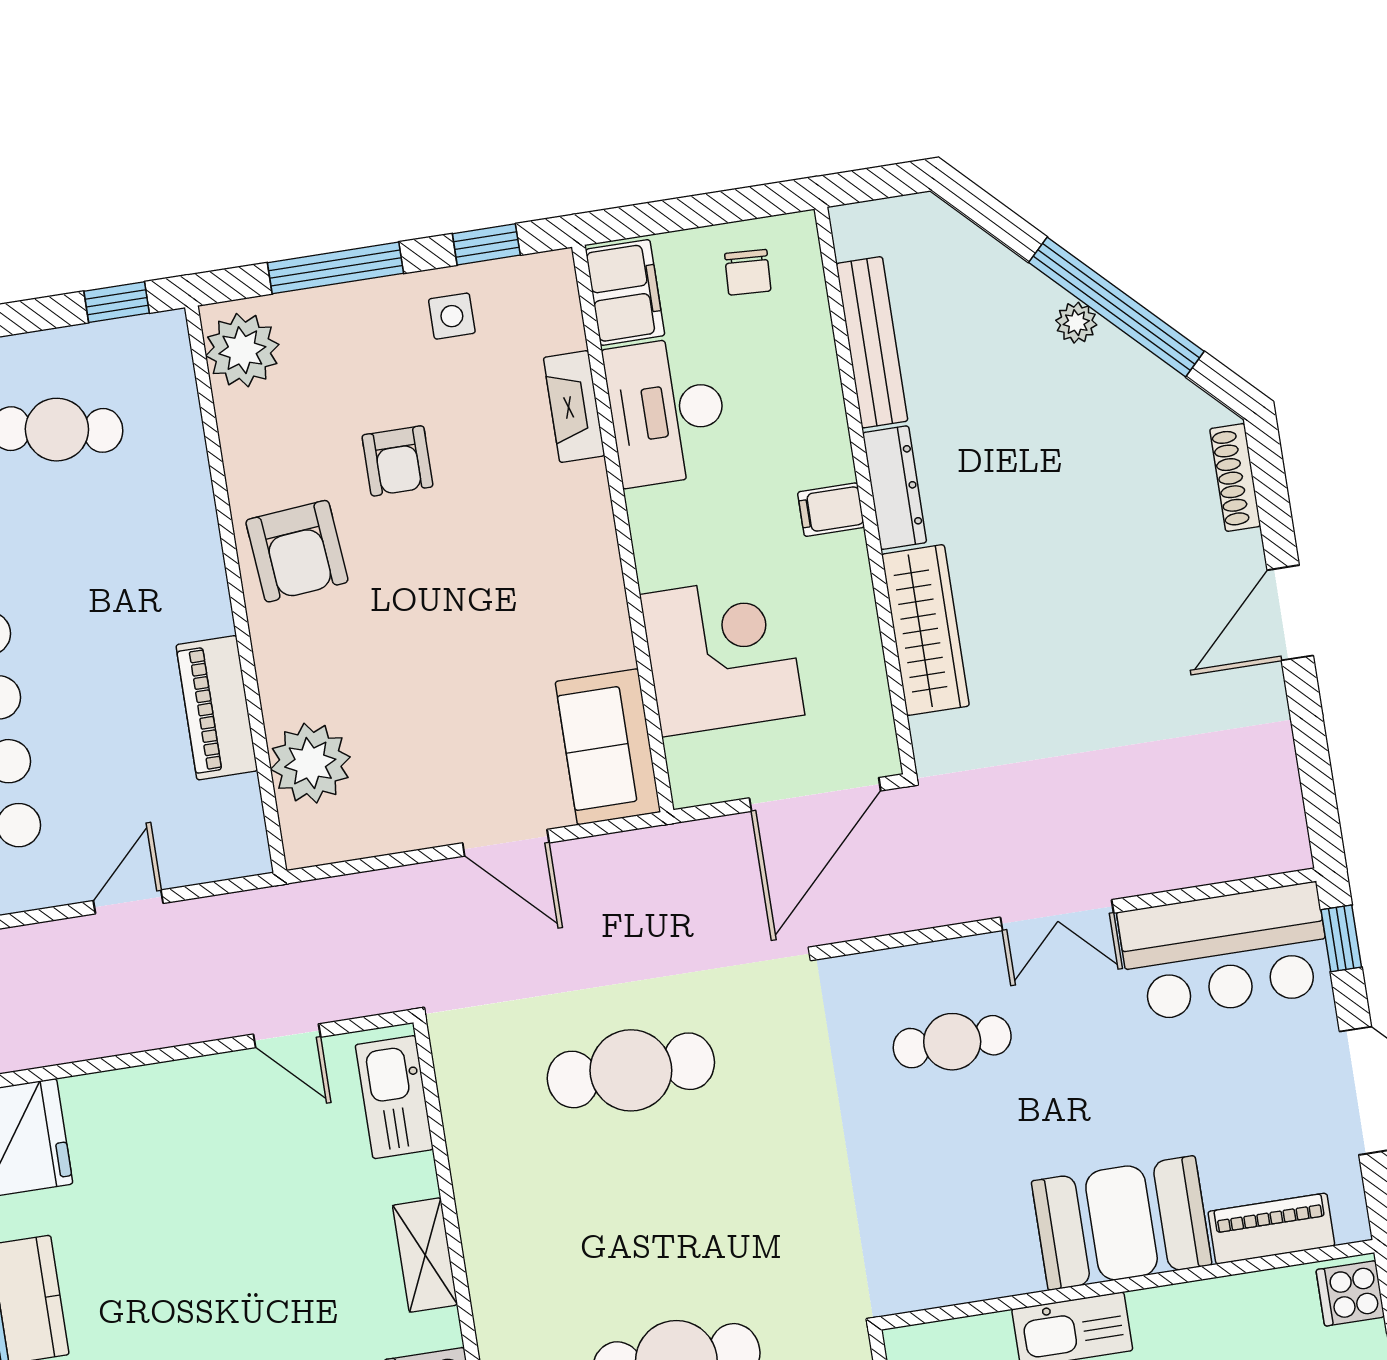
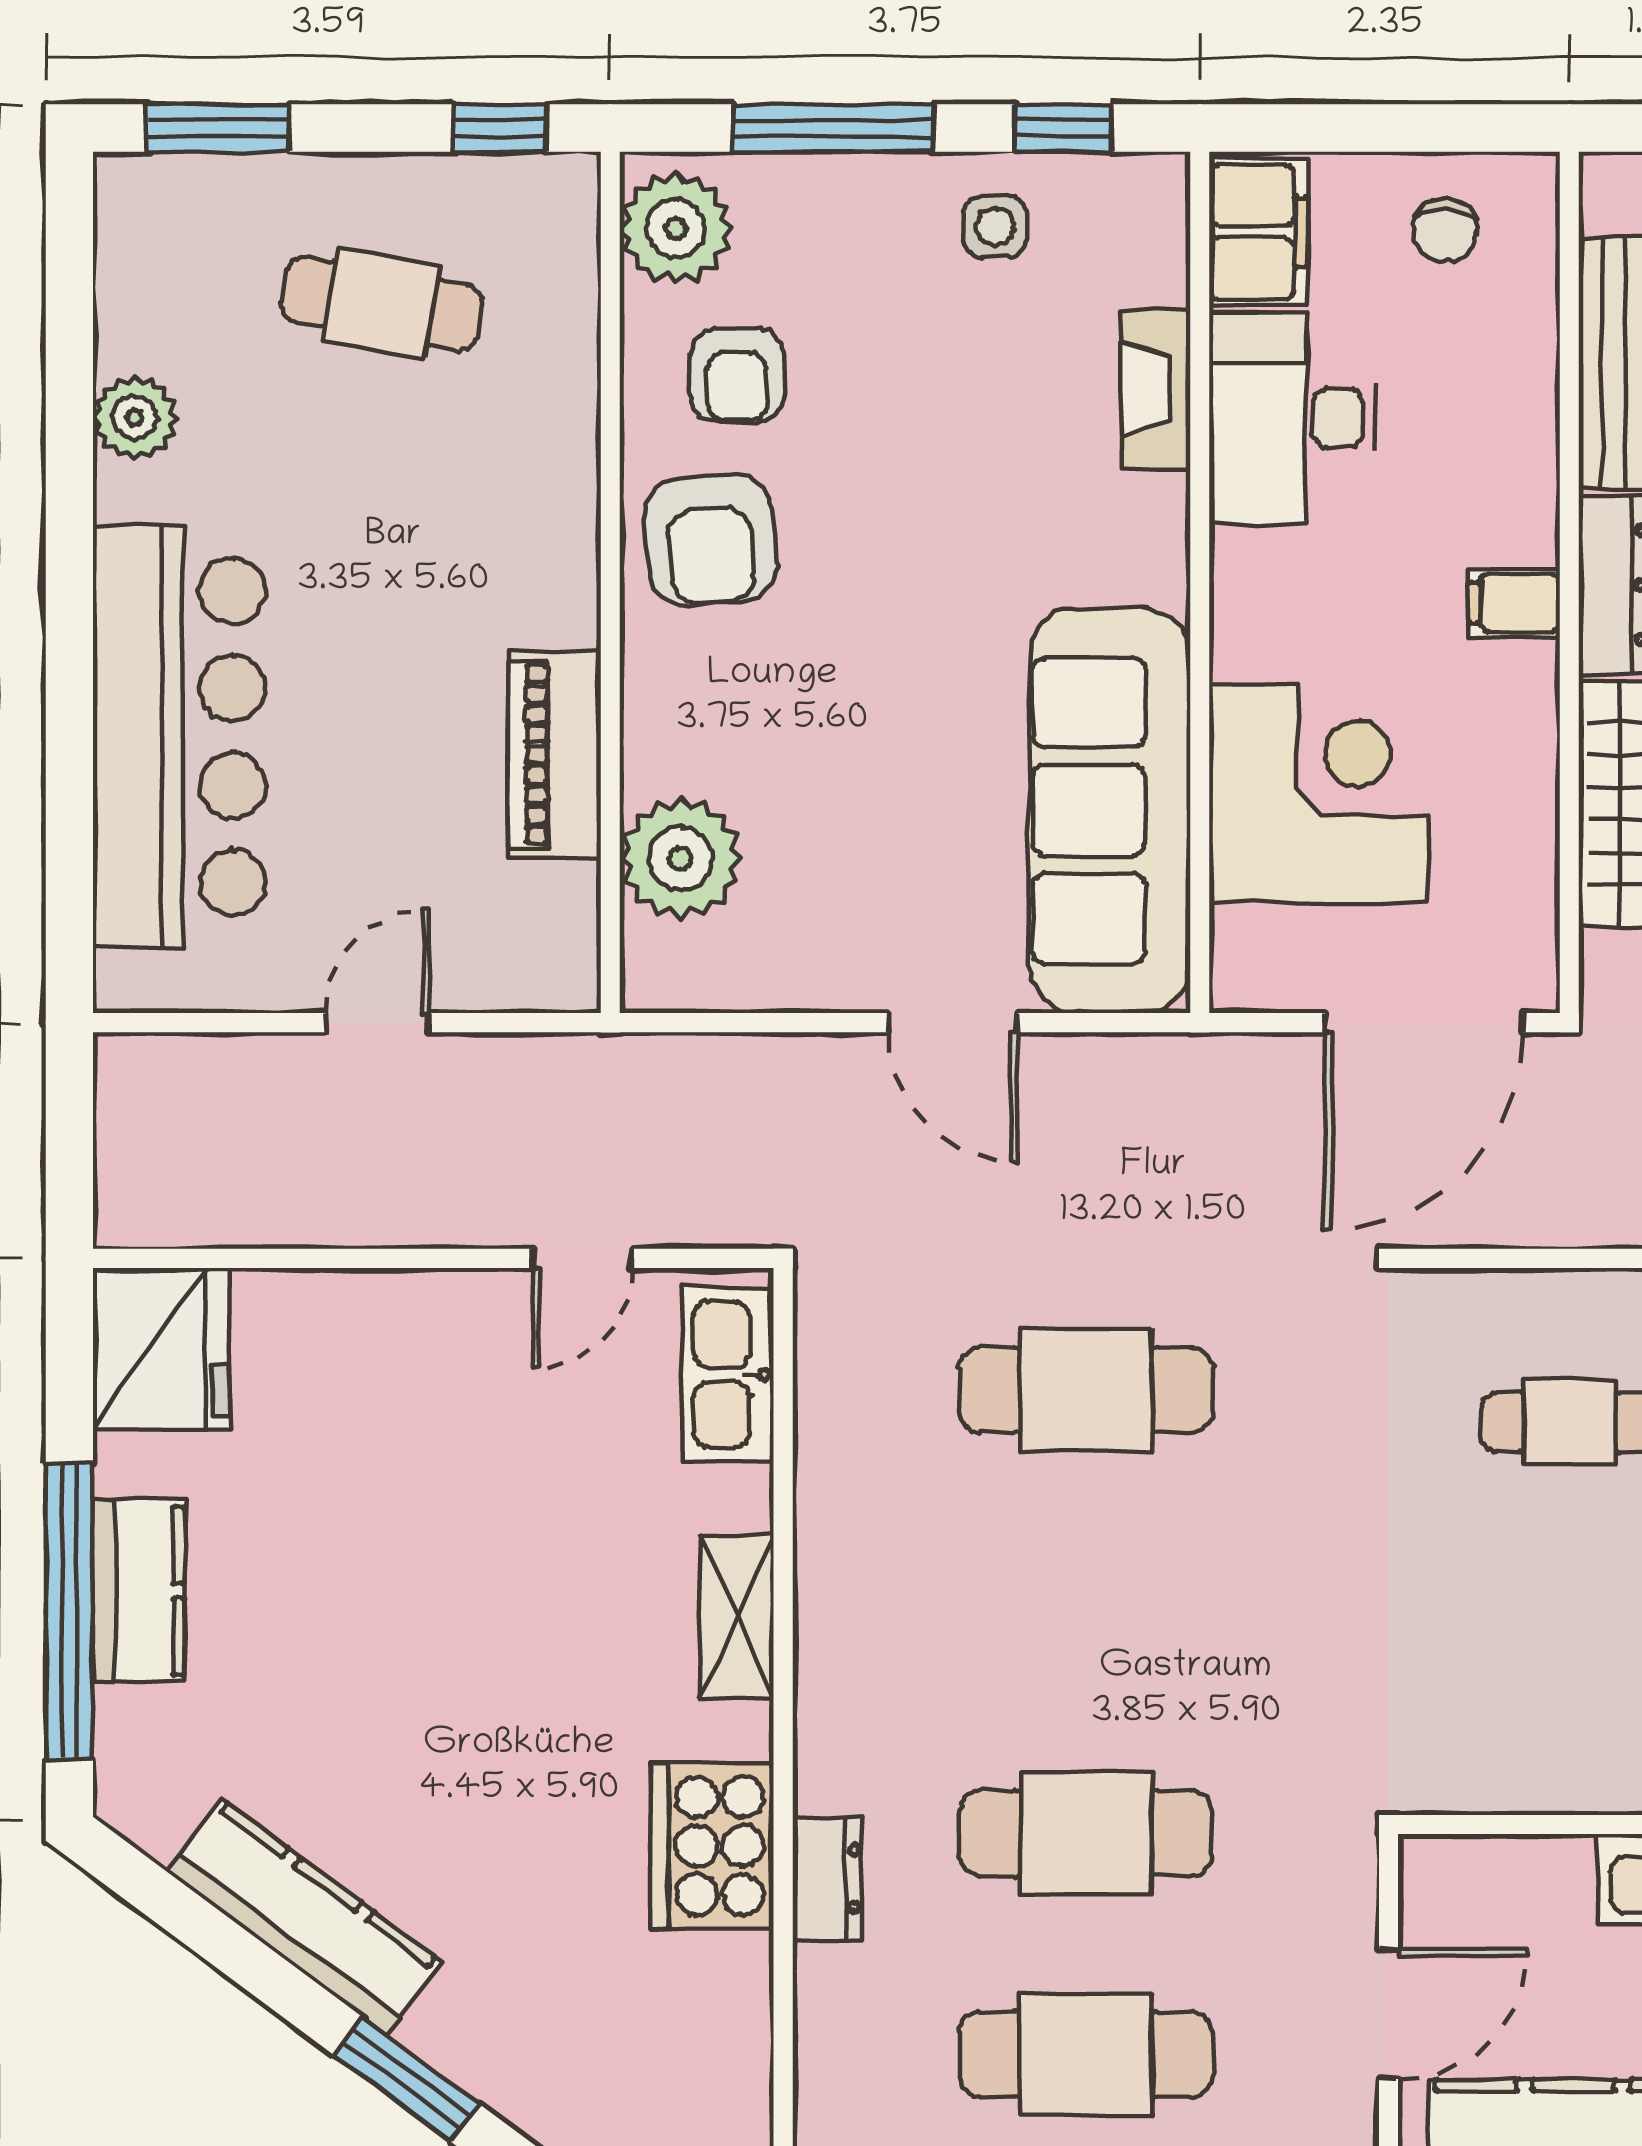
armchair: (397, 461) -> (737, 375), moved
sofa: (608, 747) -> (1110, 810), width x1.85, depth x1.27
door: (287, 1036) -> (582, 1258), hinge flipped

